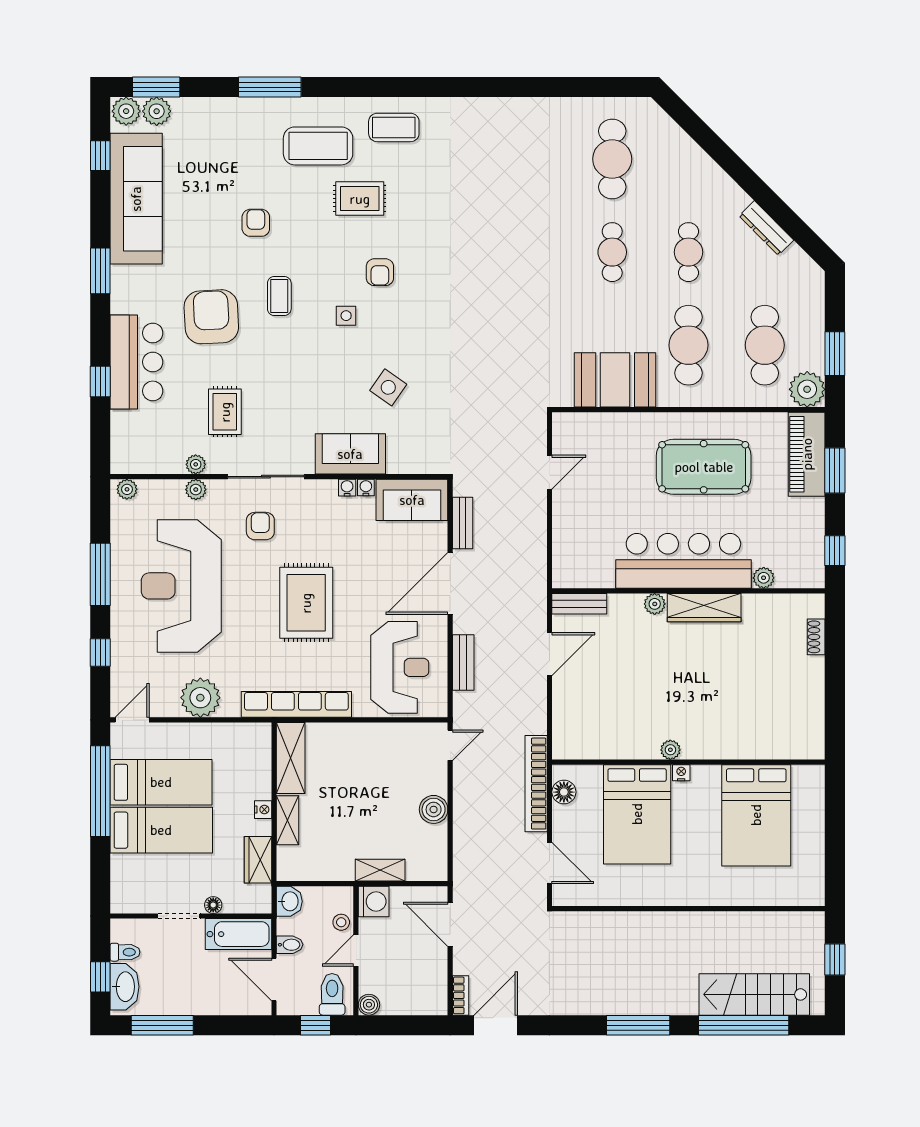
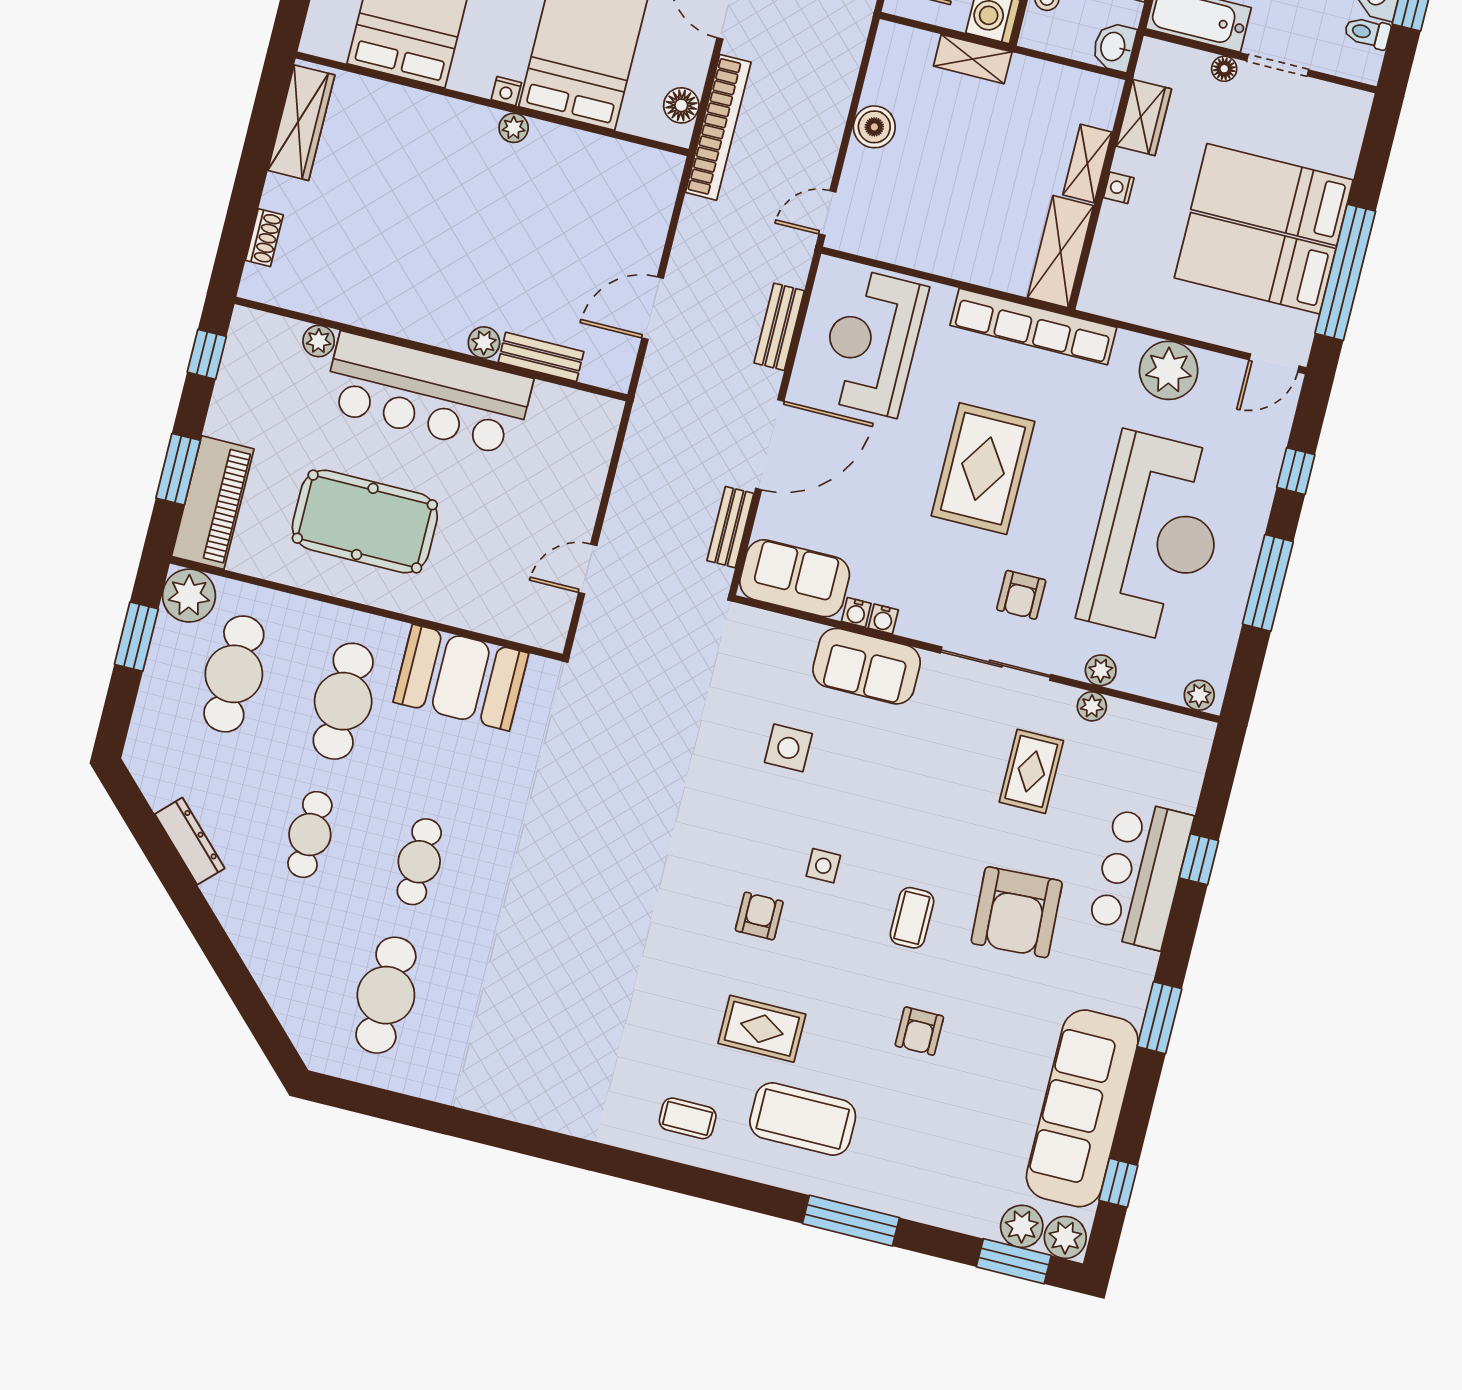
coffee table: (394, 127) -> (688, 1118), width x0.73, depth x0.77
side table: (388, 387) -> (788, 748), turned -35
bench: (579, 604) -> (541, 357), moved
wardrobe: (704, 608) -> (301, 123), moved, turned 90

